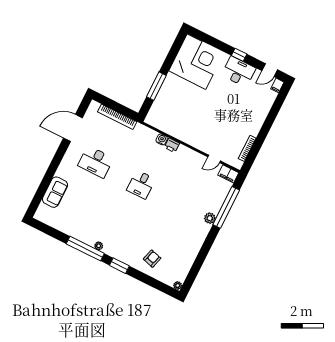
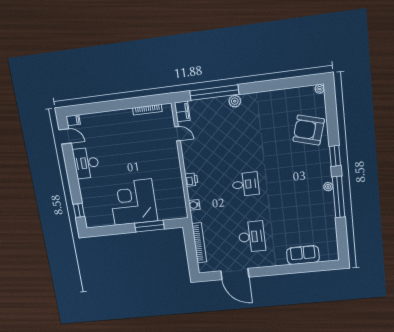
window: (239, 55) -> (79, 210), moved
corner desk: (196, 62) -> (133, 202), moved
water cooler: (162, 139) -> (194, 205), moved
armchair: (152, 259) -> (309, 130), width x1.88, depth x1.88

